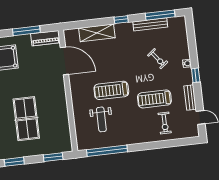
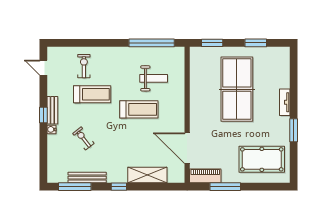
bench: (190, 98) -> (52, 110), moved
table tennis table: (26, 119) -> (237, 89), width x1.36, depth x1.32
weight bench: (101, 119) -> (154, 78), turned 90

